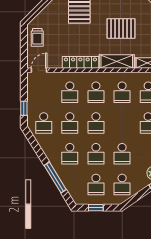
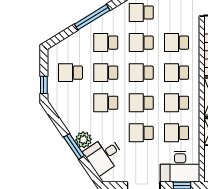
window: (55, 178) -> (92, 17), moved
school desk: (122, 184) -> (141, 103), moved
window: (96, 208) -> (44, 85), moved

